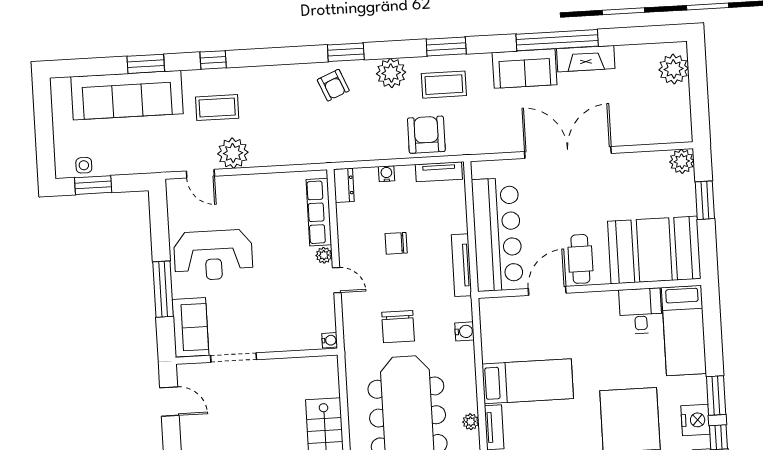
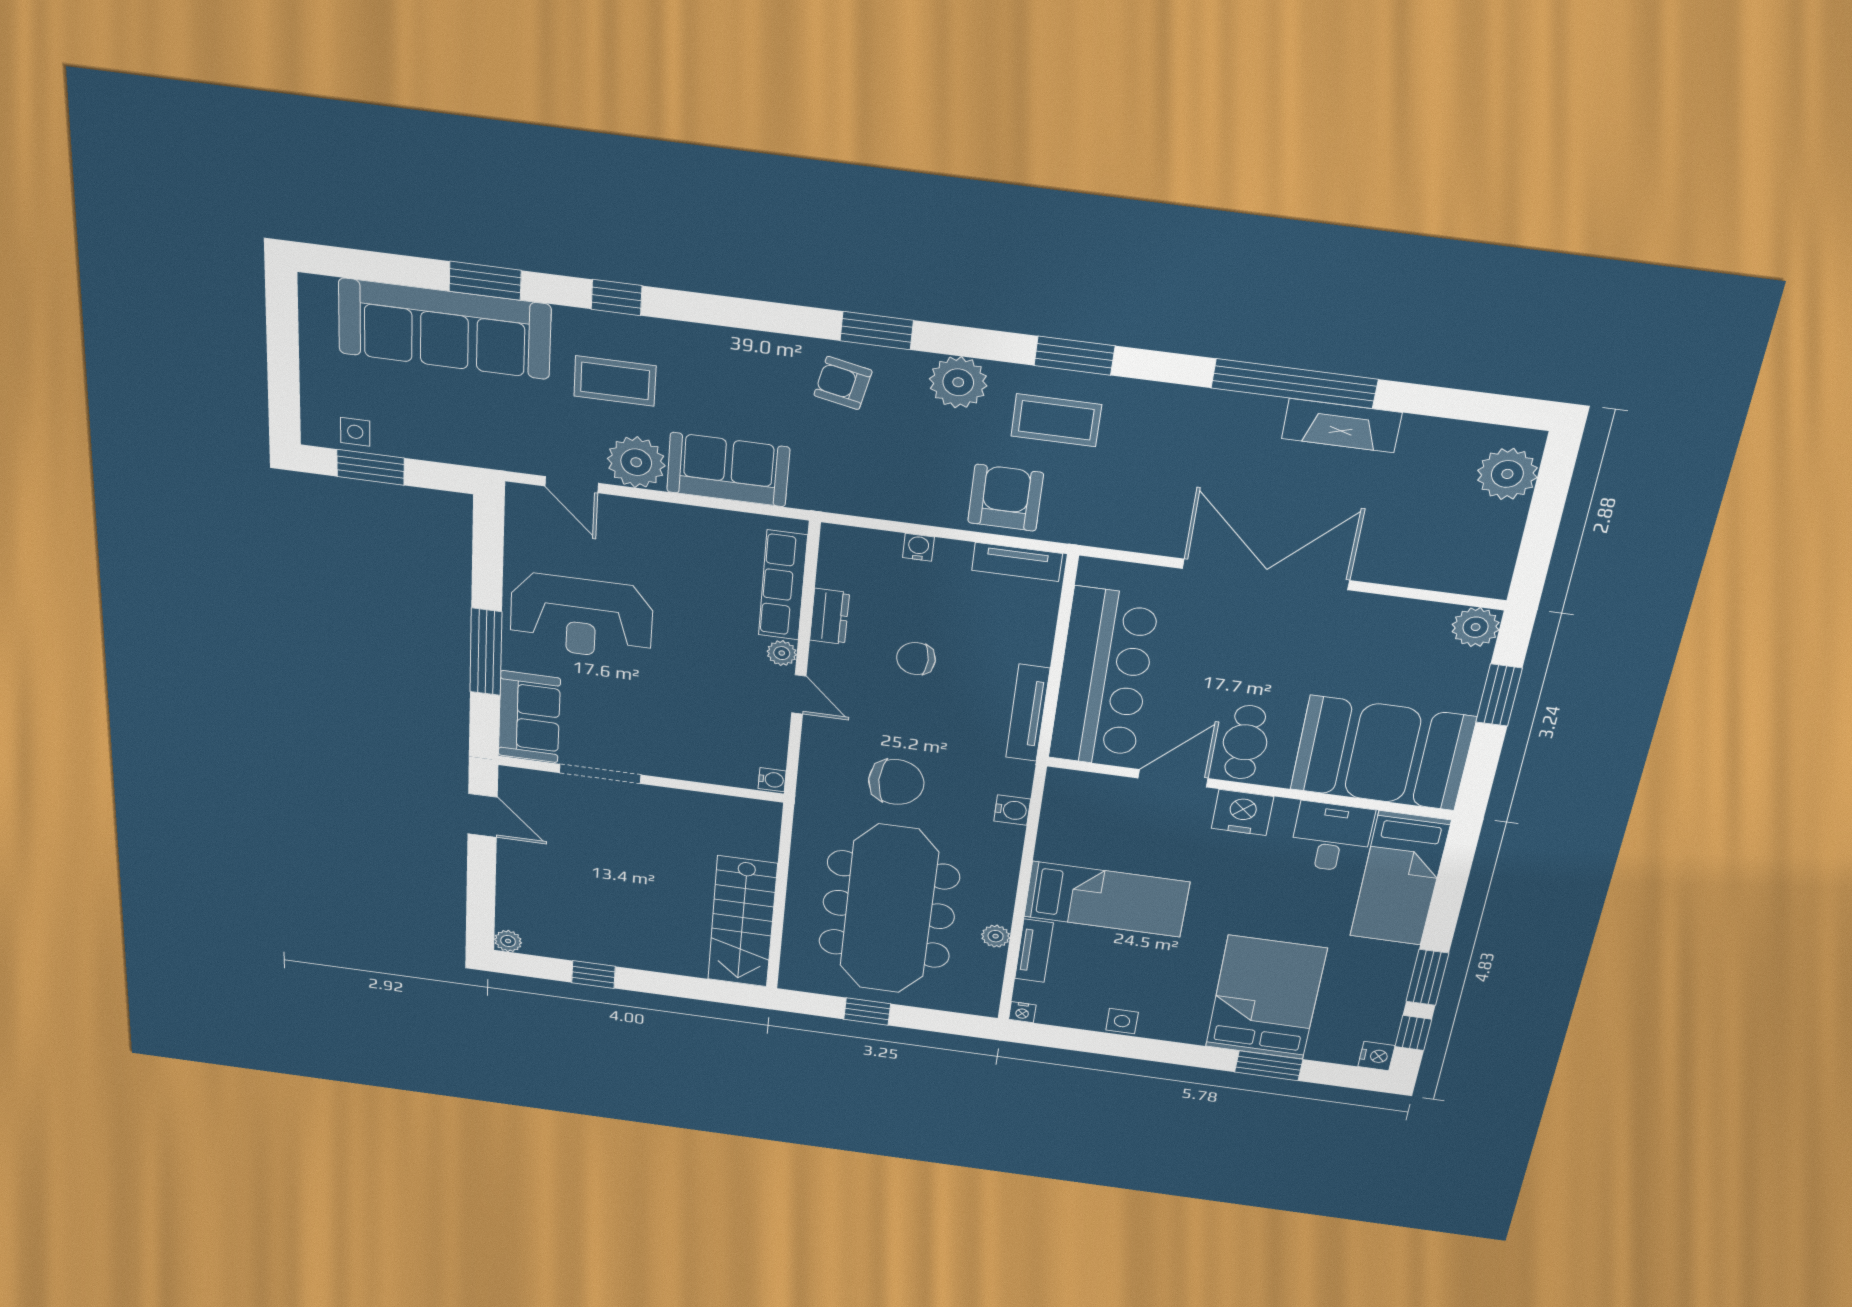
sofa: (525, 69) -> (728, 470), moved, turned 180
armchair: (333, 85) -> (843, 383), turned 125
dresser: (344, 185) -> (830, 616), moved
chair: (398, 327) -> (896, 782), turned -90
nightstand: (695, 420) -> (1243, 813), moved, turned -90

